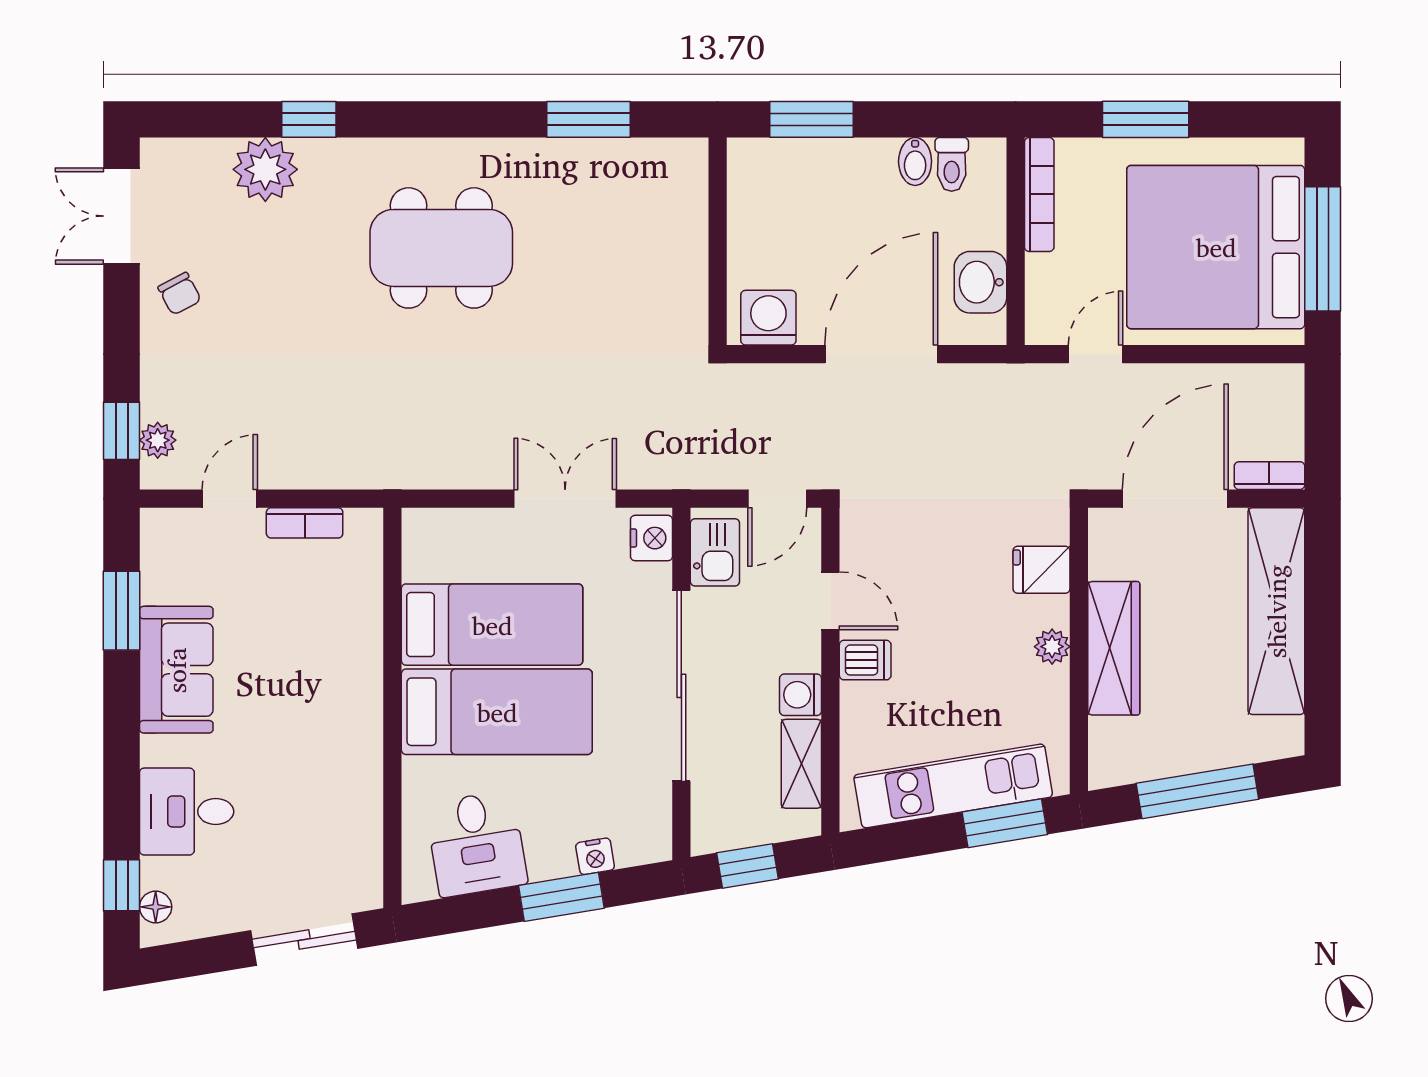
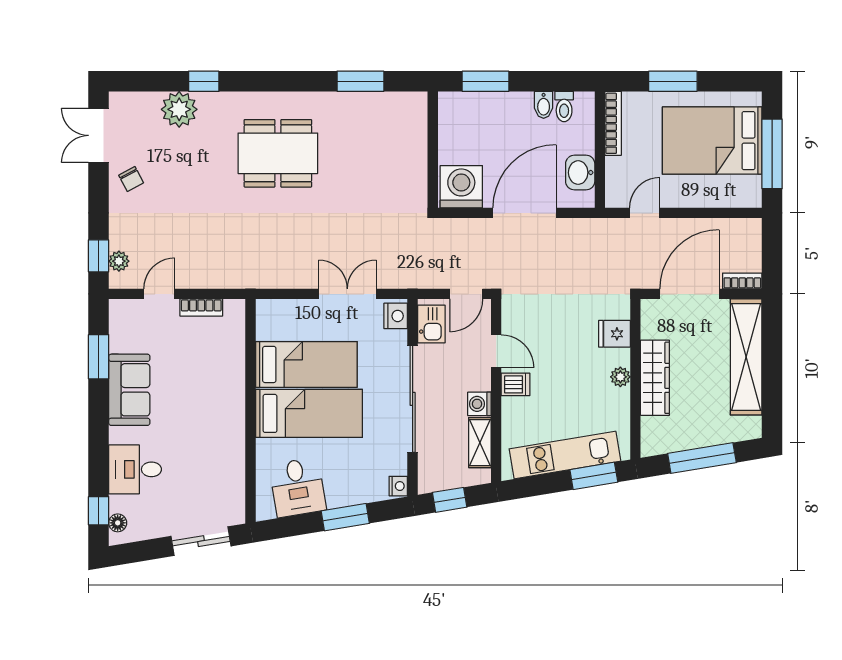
bed: (1216, 247) -> (712, 141), width x0.73
washing machine: (768, 318) -> (461, 187), width x1.37, depth x1.37
nightstand: (595, 856) -> (398, 486), moved, turned -81

